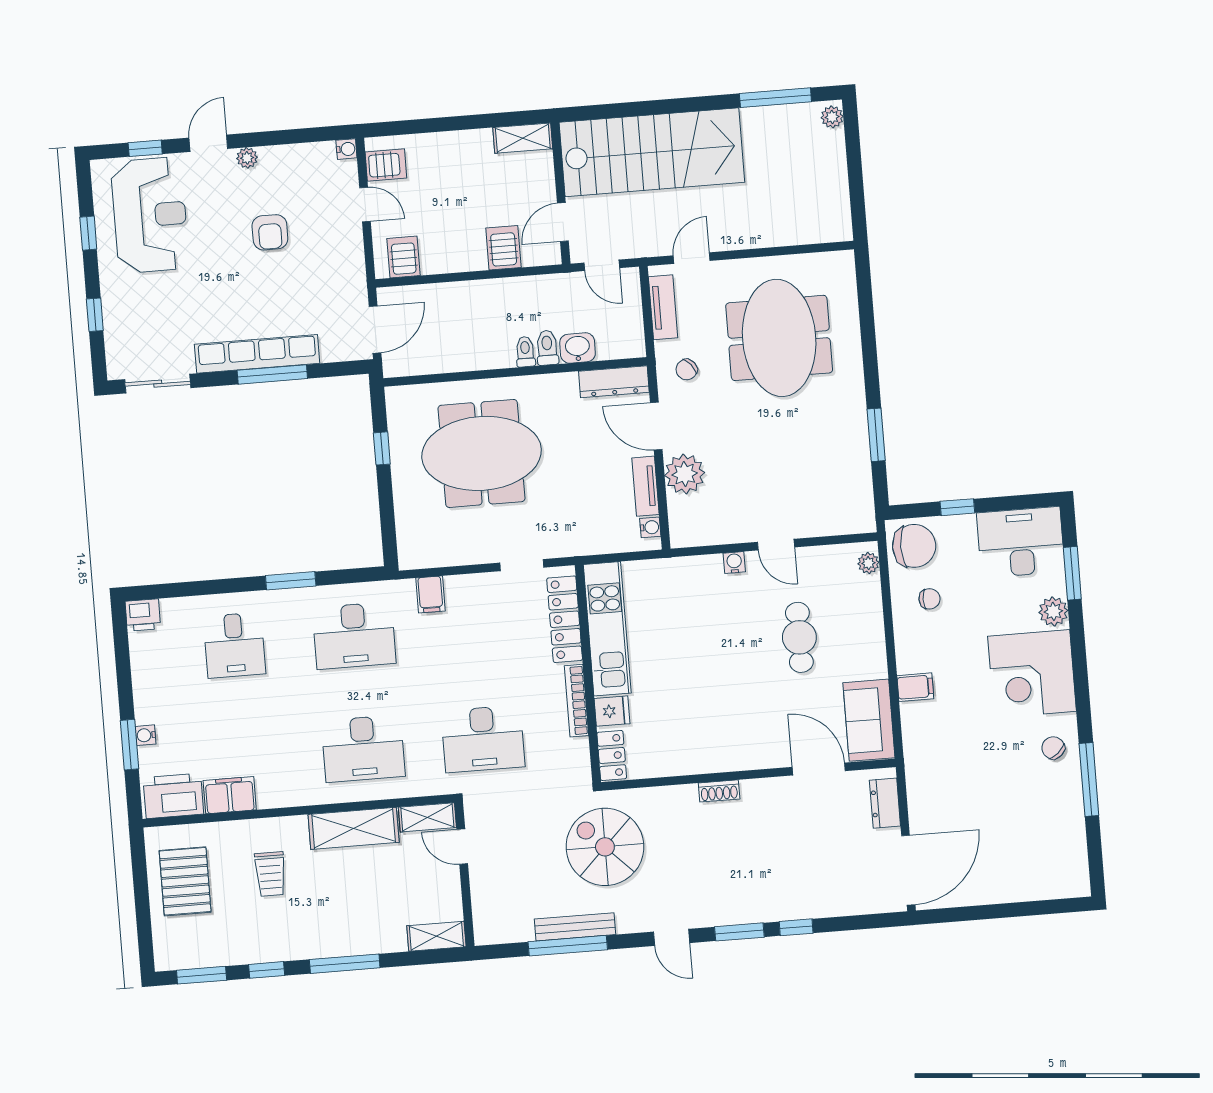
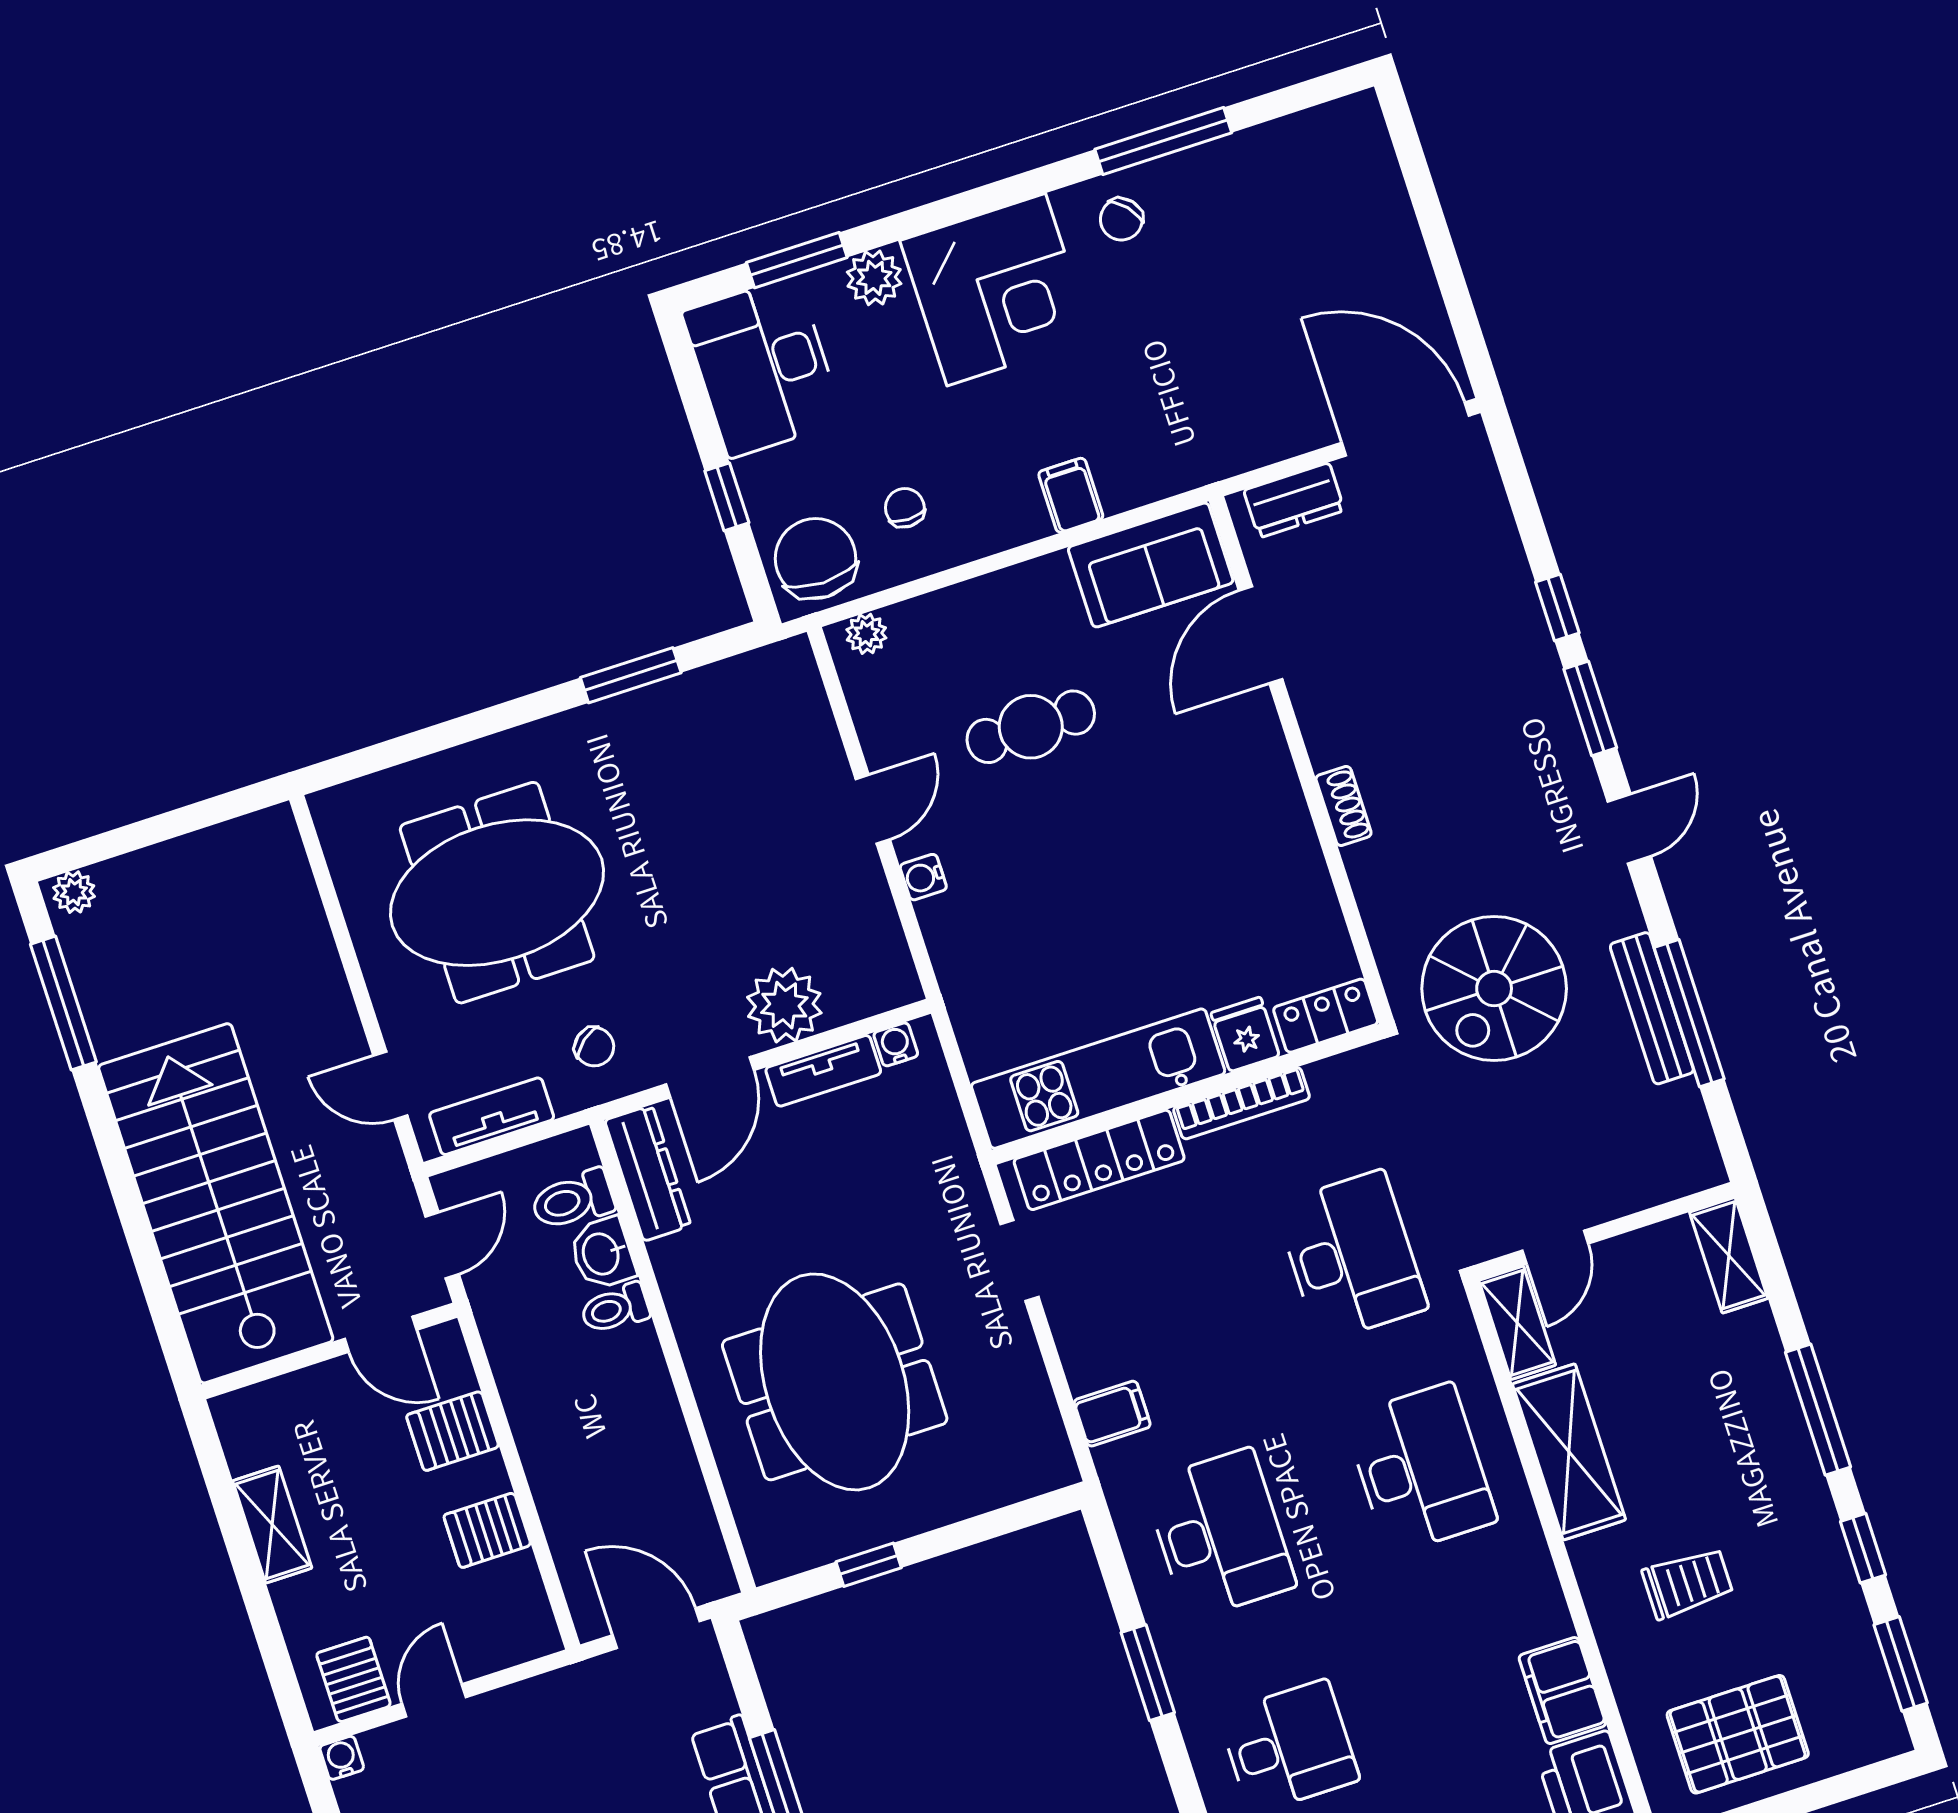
shelving: (523, 138) -> (272, 1524), moved
server rack: (404, 257) -> (487, 1530), moved
toilet: (525, 352) -> (573, 1200), moved, width x1.37, depth x1.39

